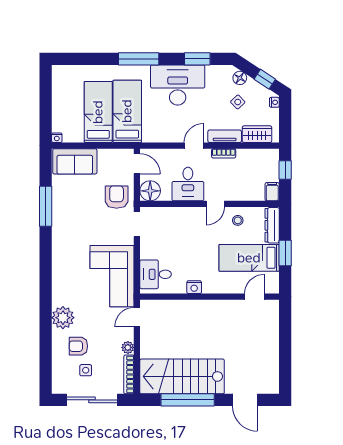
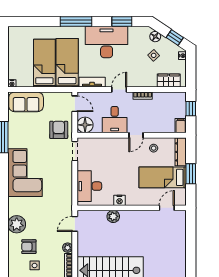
tv unit: (225, 136) -> (92, 82), moved
desk: (156, 274) -> (89, 186), width x1.37
corner sofa: (112, 276) -> (25, 173), moved, turned 180
plant: (186, 308) -> (113, 216), added

